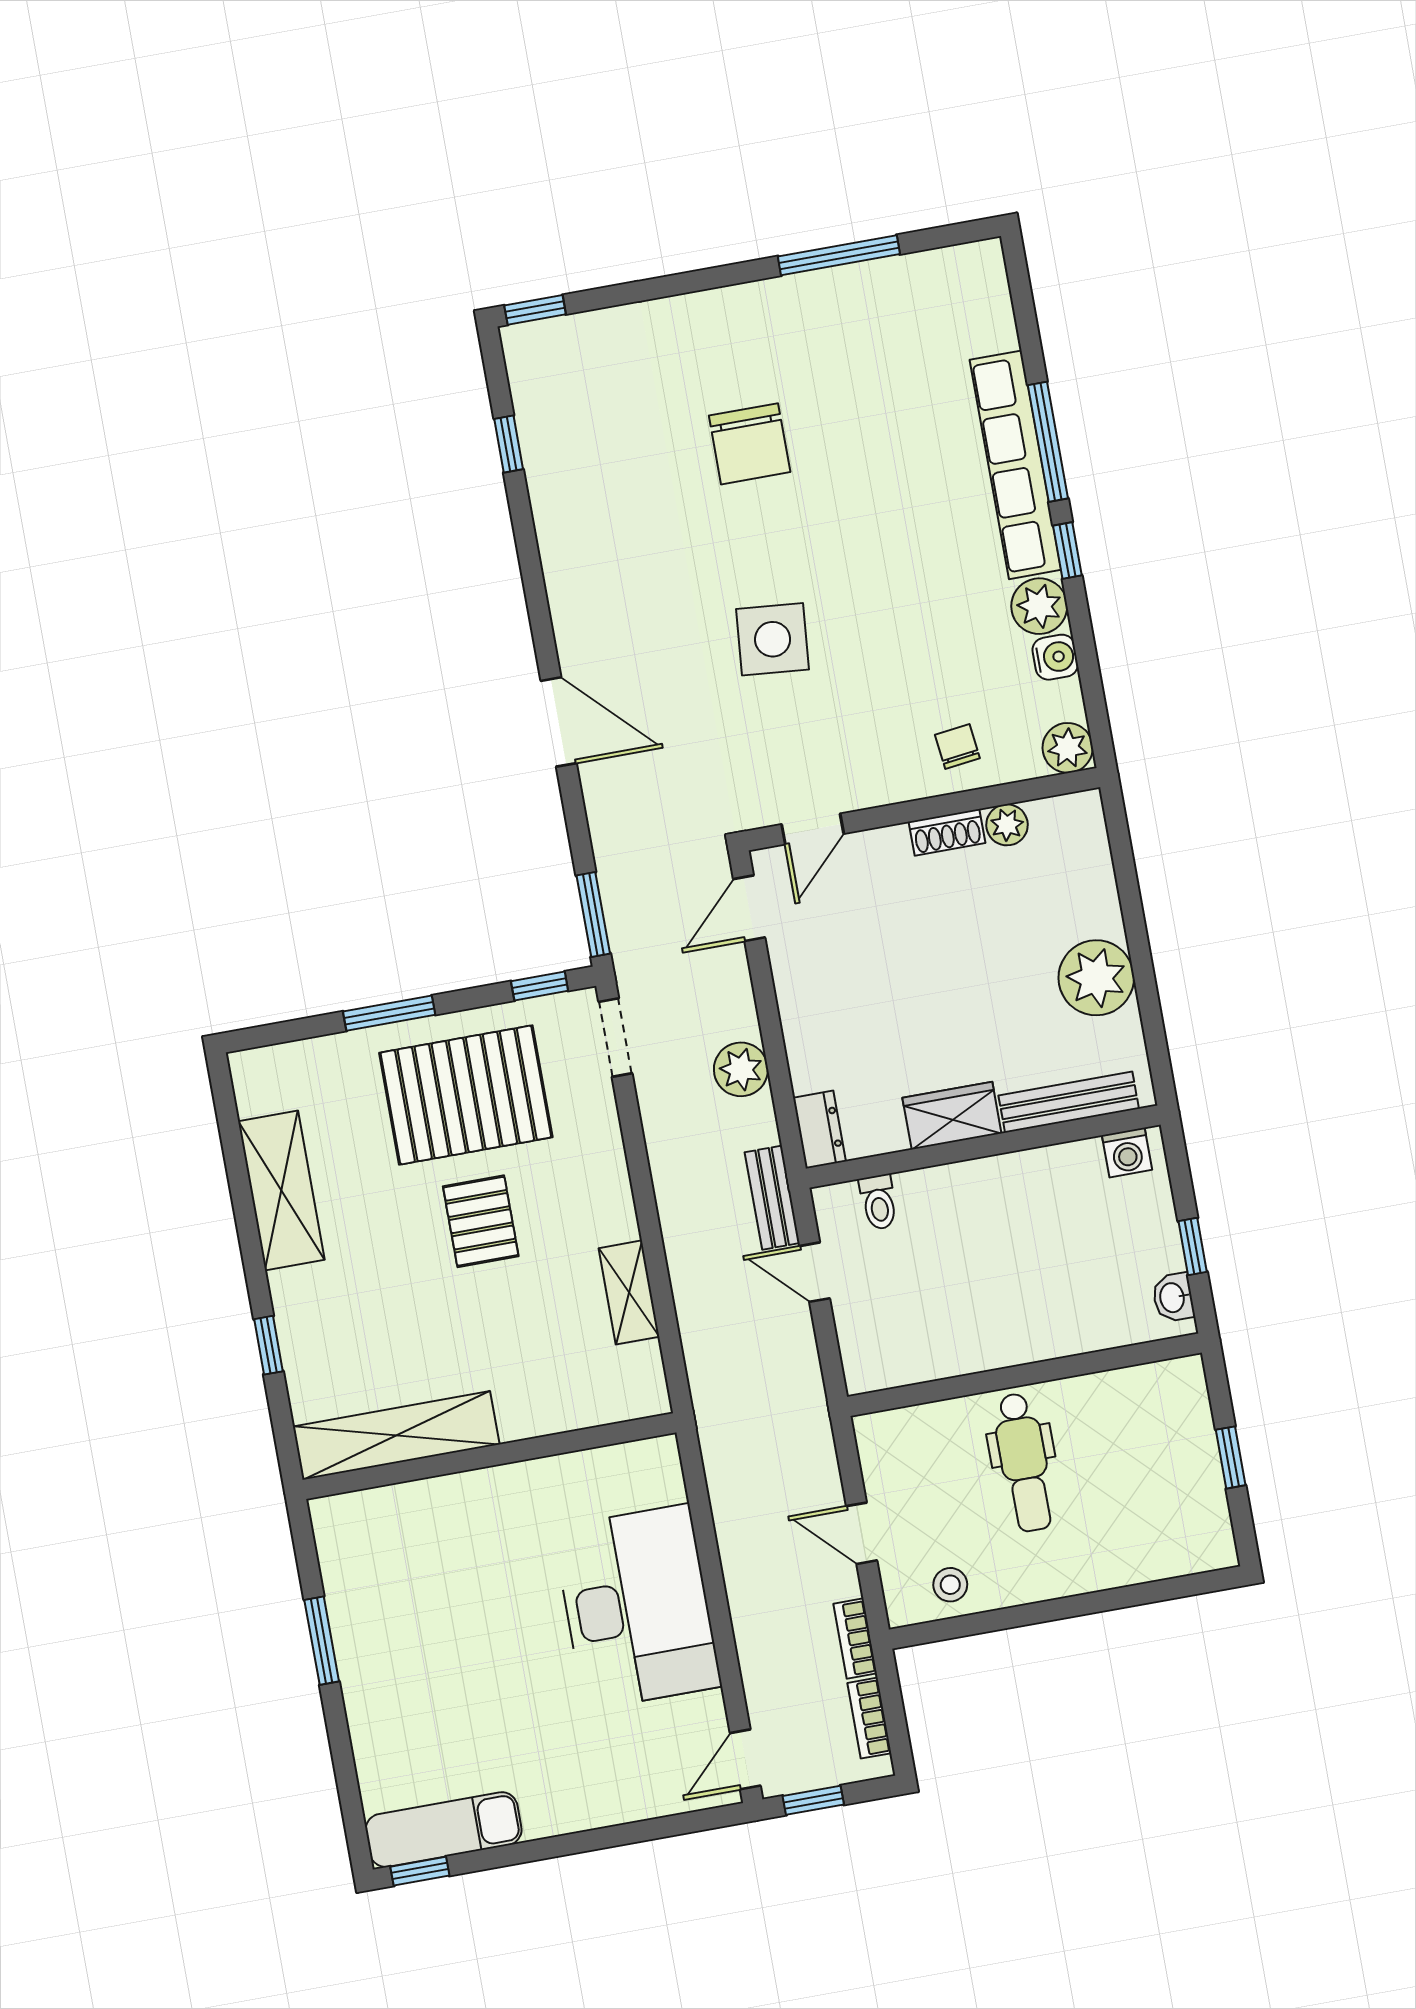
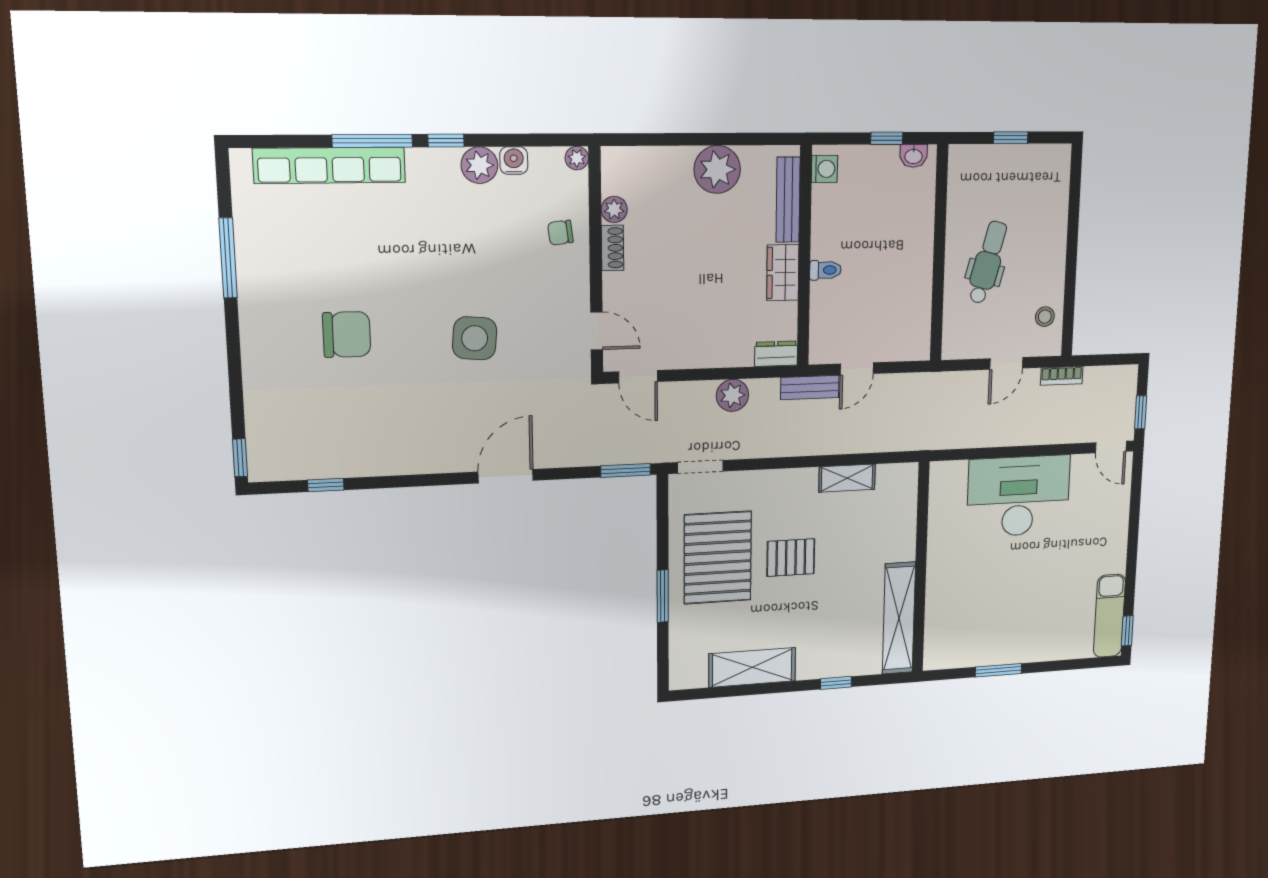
row of seats: (1015, 465) -> (330, 165), moved
plant: (1068, 748) -> (577, 158), width x0.73, depth x0.73
window: (540, 986) -> (662, 507), removed
toilet: (879, 1202) -> (825, 270), moved
dental chair: (1024, 1462) -> (988, 262), turned -75
bookcase: (869, 1718) -> (1105, 374), removed

